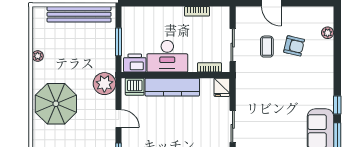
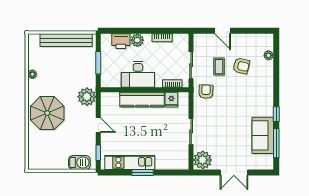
plant: (166, 14) -> (137, 40), added
printer: (135, 63) -> (121, 41), moved, turned 180
armchair: (251, 77) -> (206, 92), added
dishwasher: (135, 87) -> (111, 99), removed
fridge: (222, 87) -> (171, 100), moved

